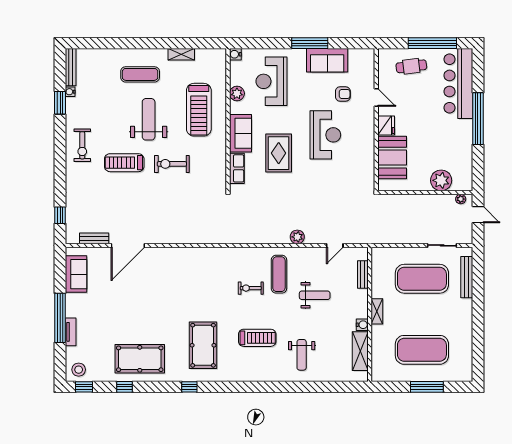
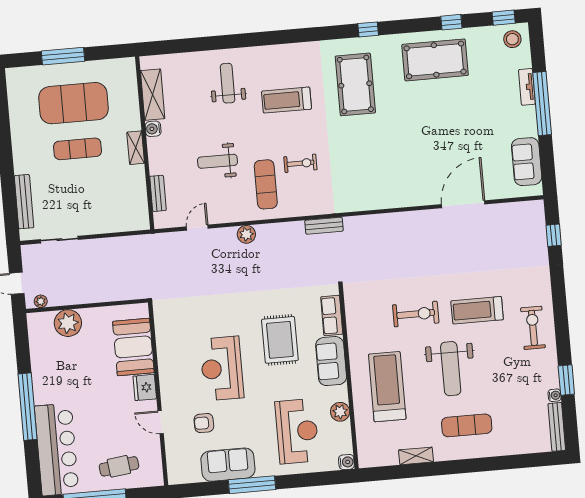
treadmill: (124, 163) -> (477, 310), turned 180
bench: (94, 238) -> (324, 226), moved
exercise mat: (422, 279) -> (77, 149), moved, width x0.50, depth x0.69

